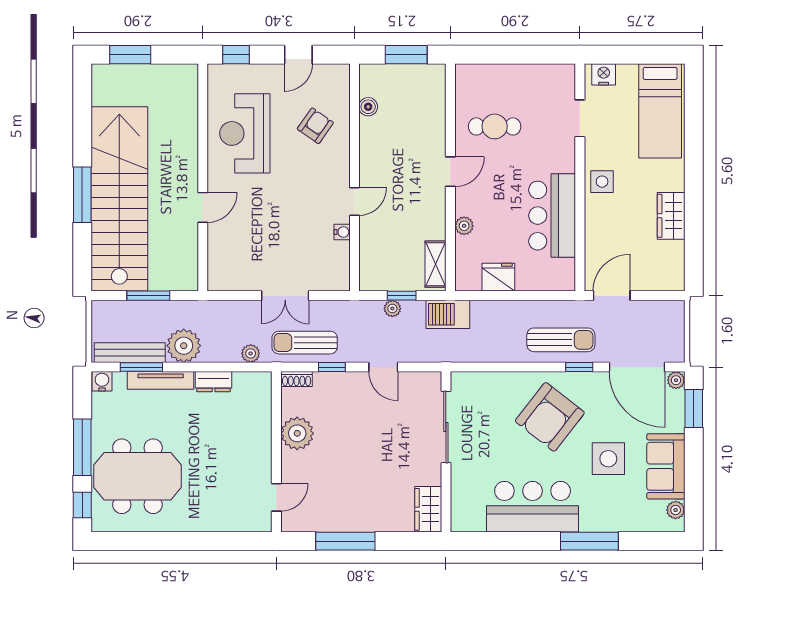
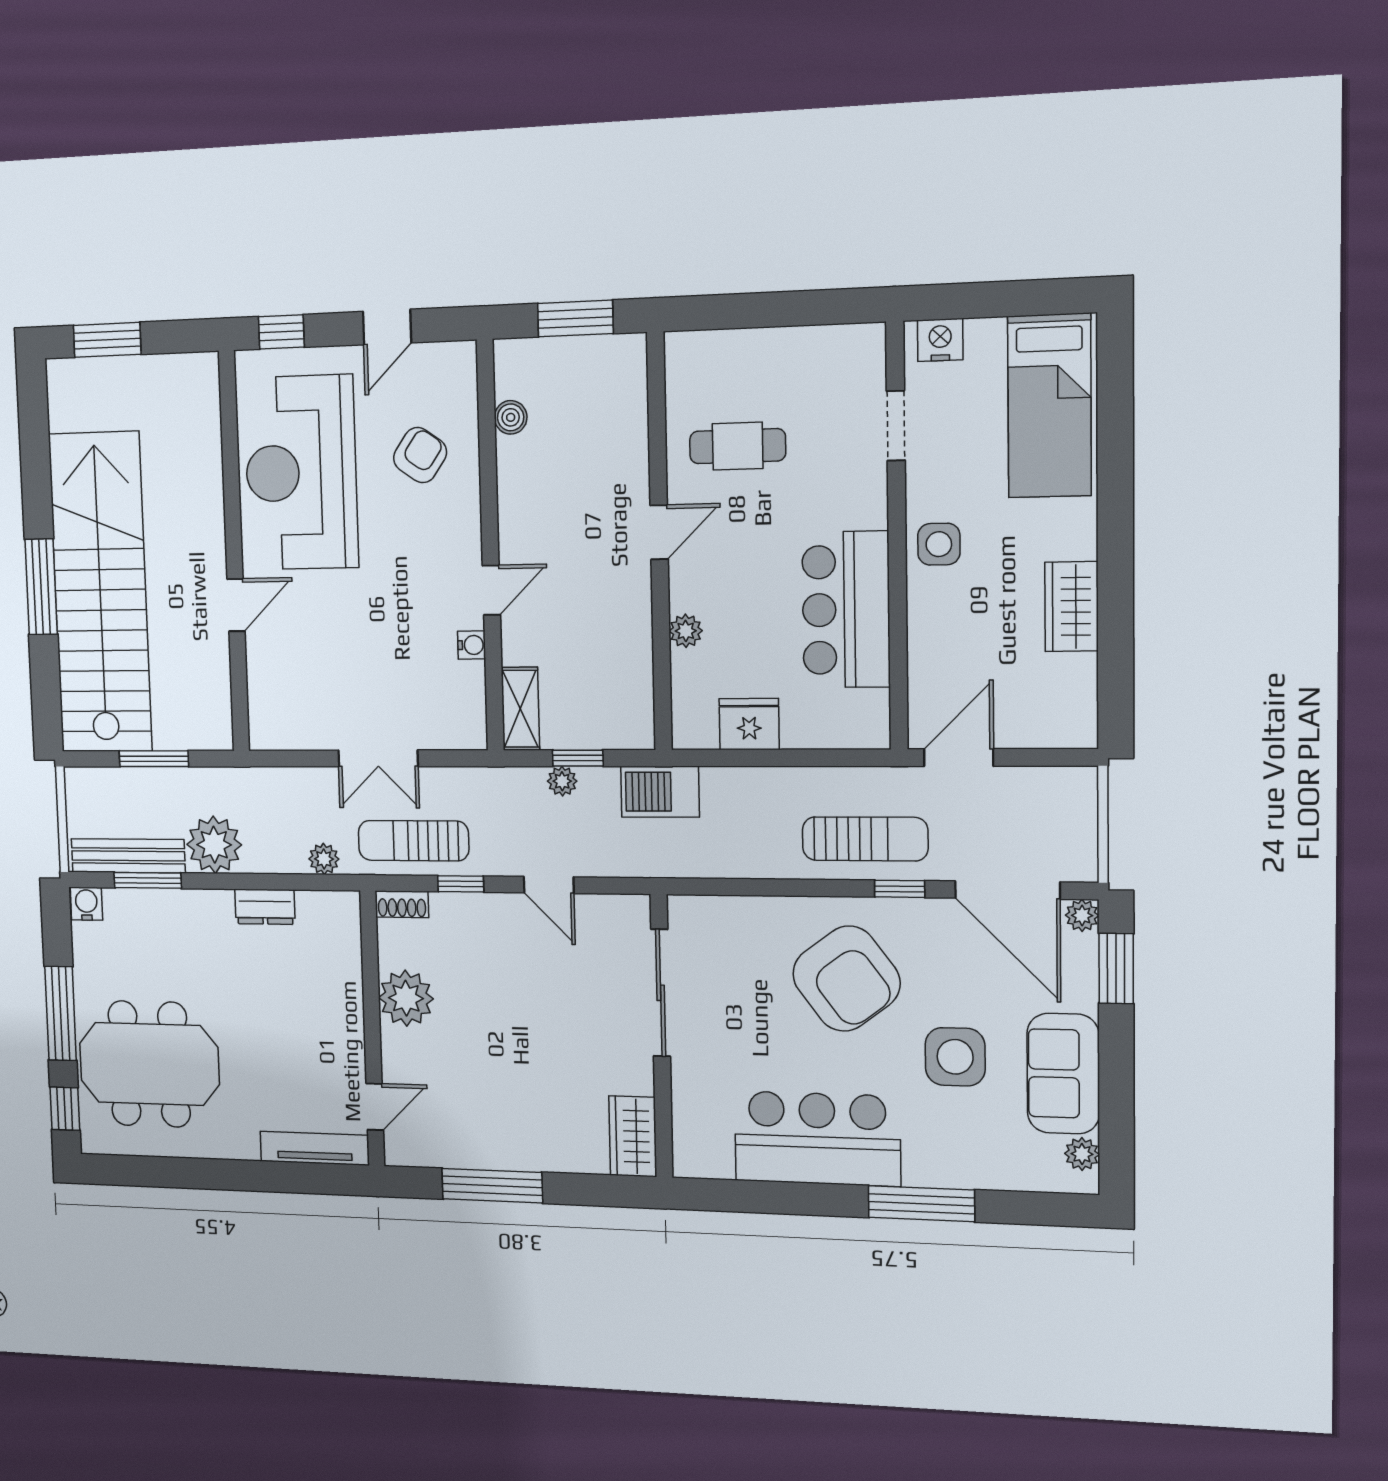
reception desk: (245, 133) -> (301, 473), width x1.36, depth x1.30
shelving: (436, 264) -> (520, 709), moved
tv unit: (161, 380) -> (315, 1148), moved, turned 180
armchair: (550, 417) -> (846, 979), turned -75

